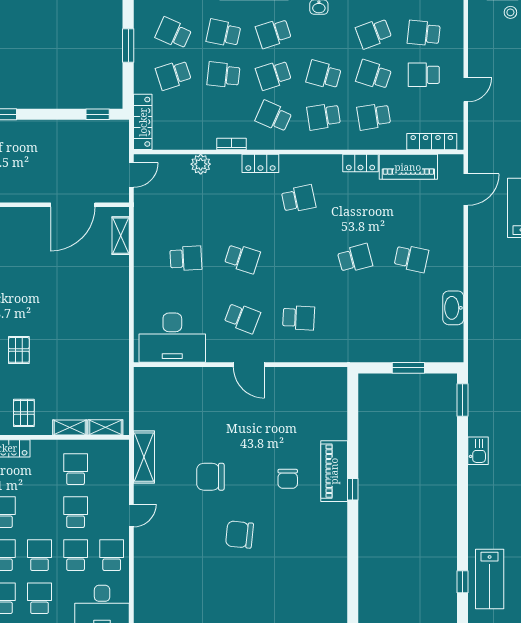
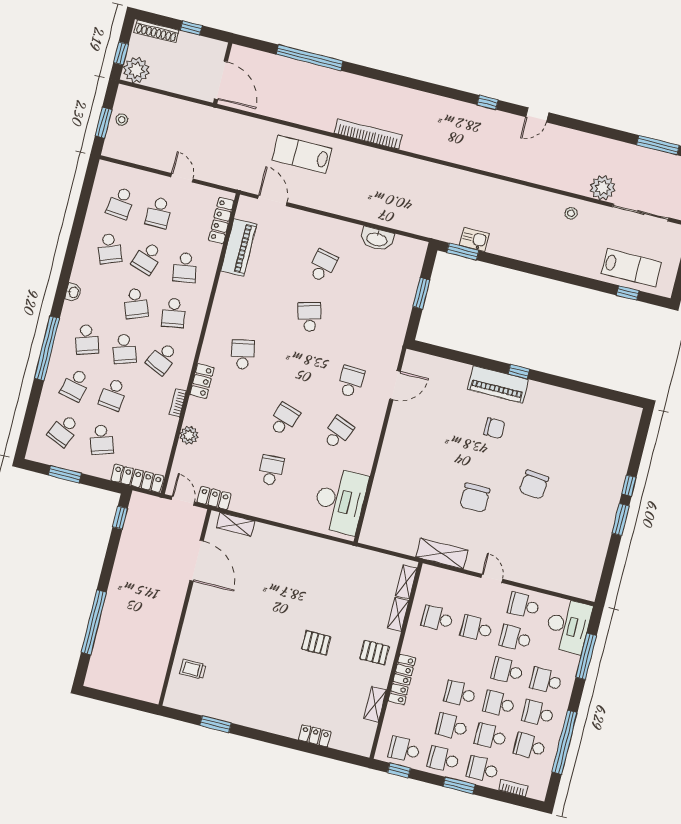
school desk: (324, 75) -> (136, 303), turned -36
locker: (361, 163) -> (214, 498), moved, turned -90
door: (249, 365) -> (395, 385), moved
kitchen sink: (478, 451) -> (474, 239), moved

